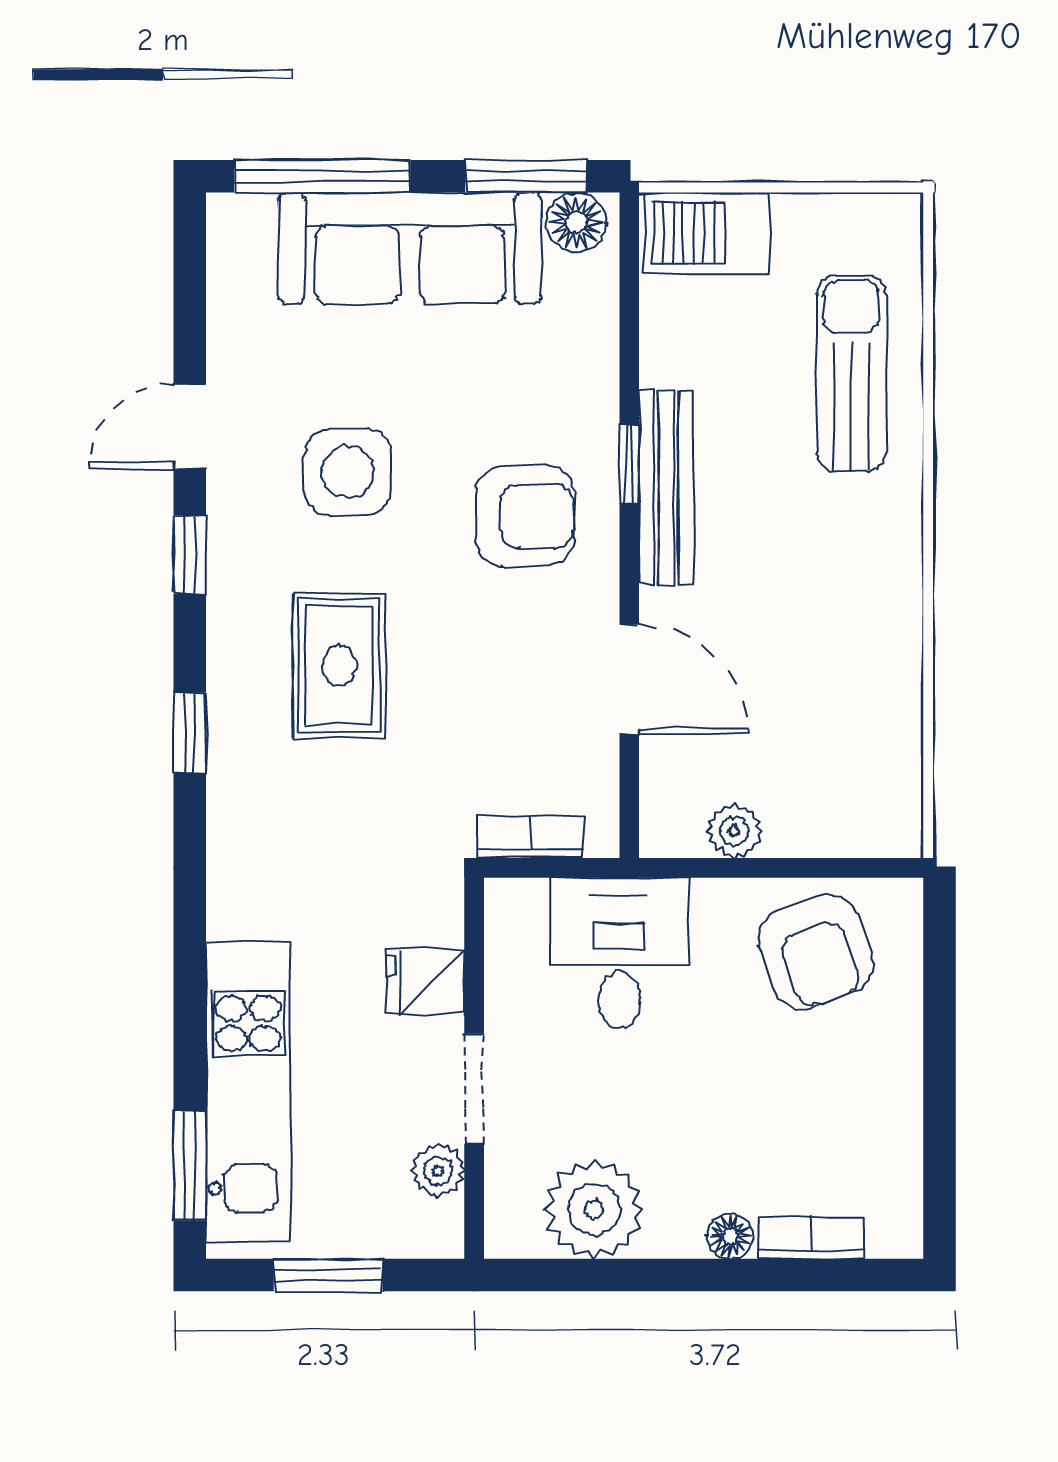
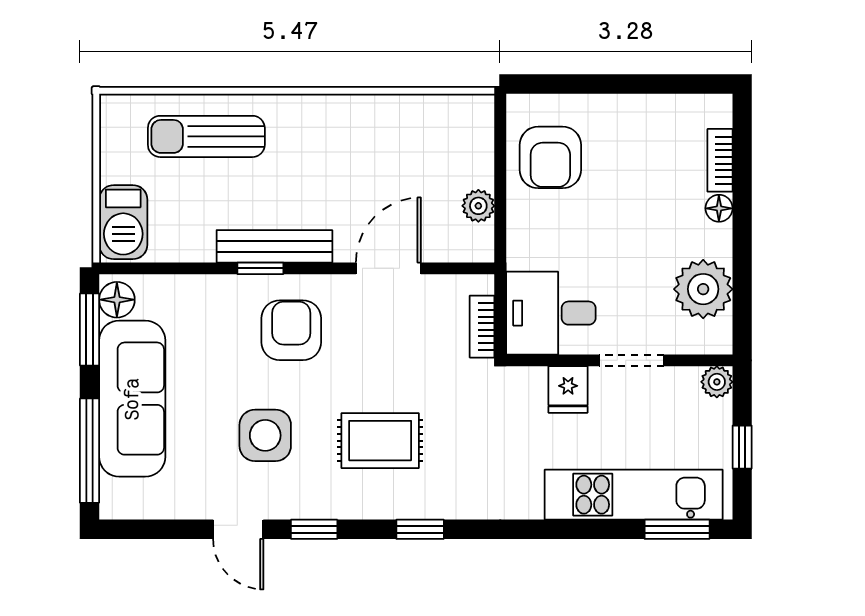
armchair: (816, 952) -> (550, 157), turned 111
desk: (619, 953) -> (551, 313), moved
plant: (438, 1171) -> (717, 382), moved
window: (328, 1275) -> (742, 447), width x0.67

